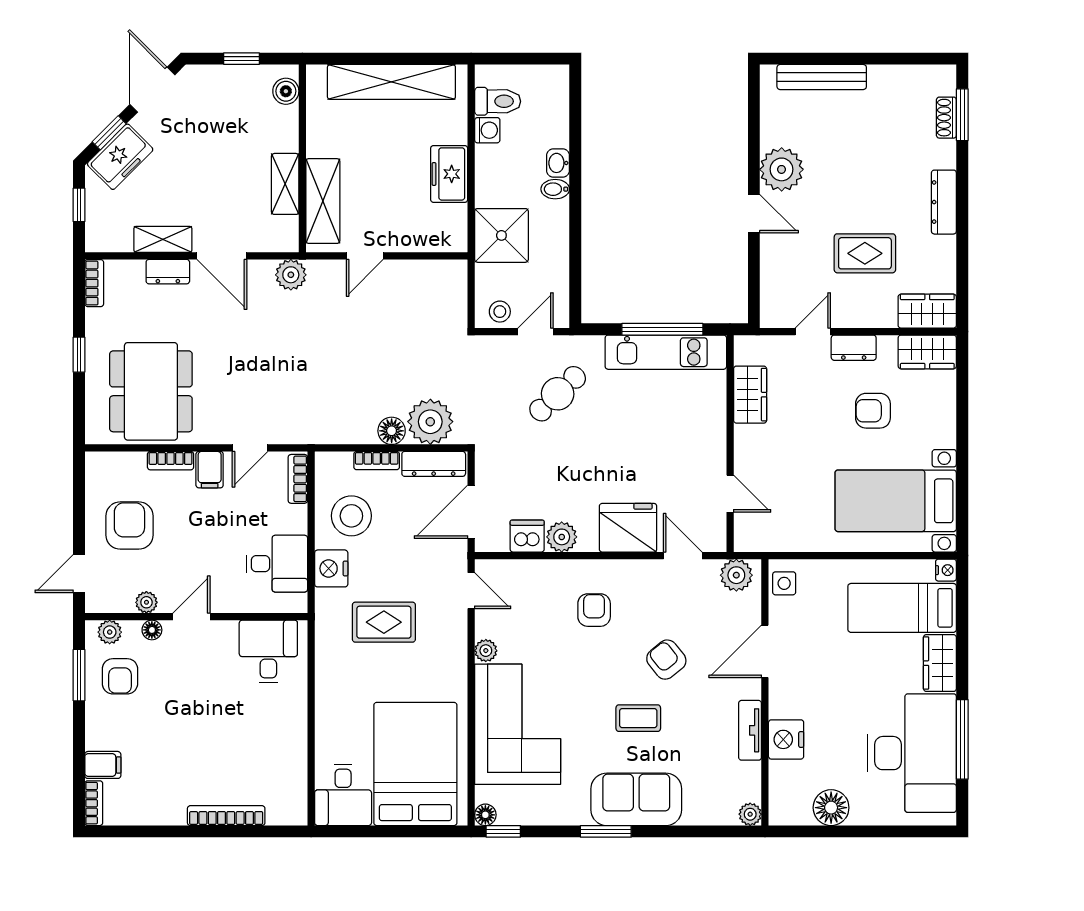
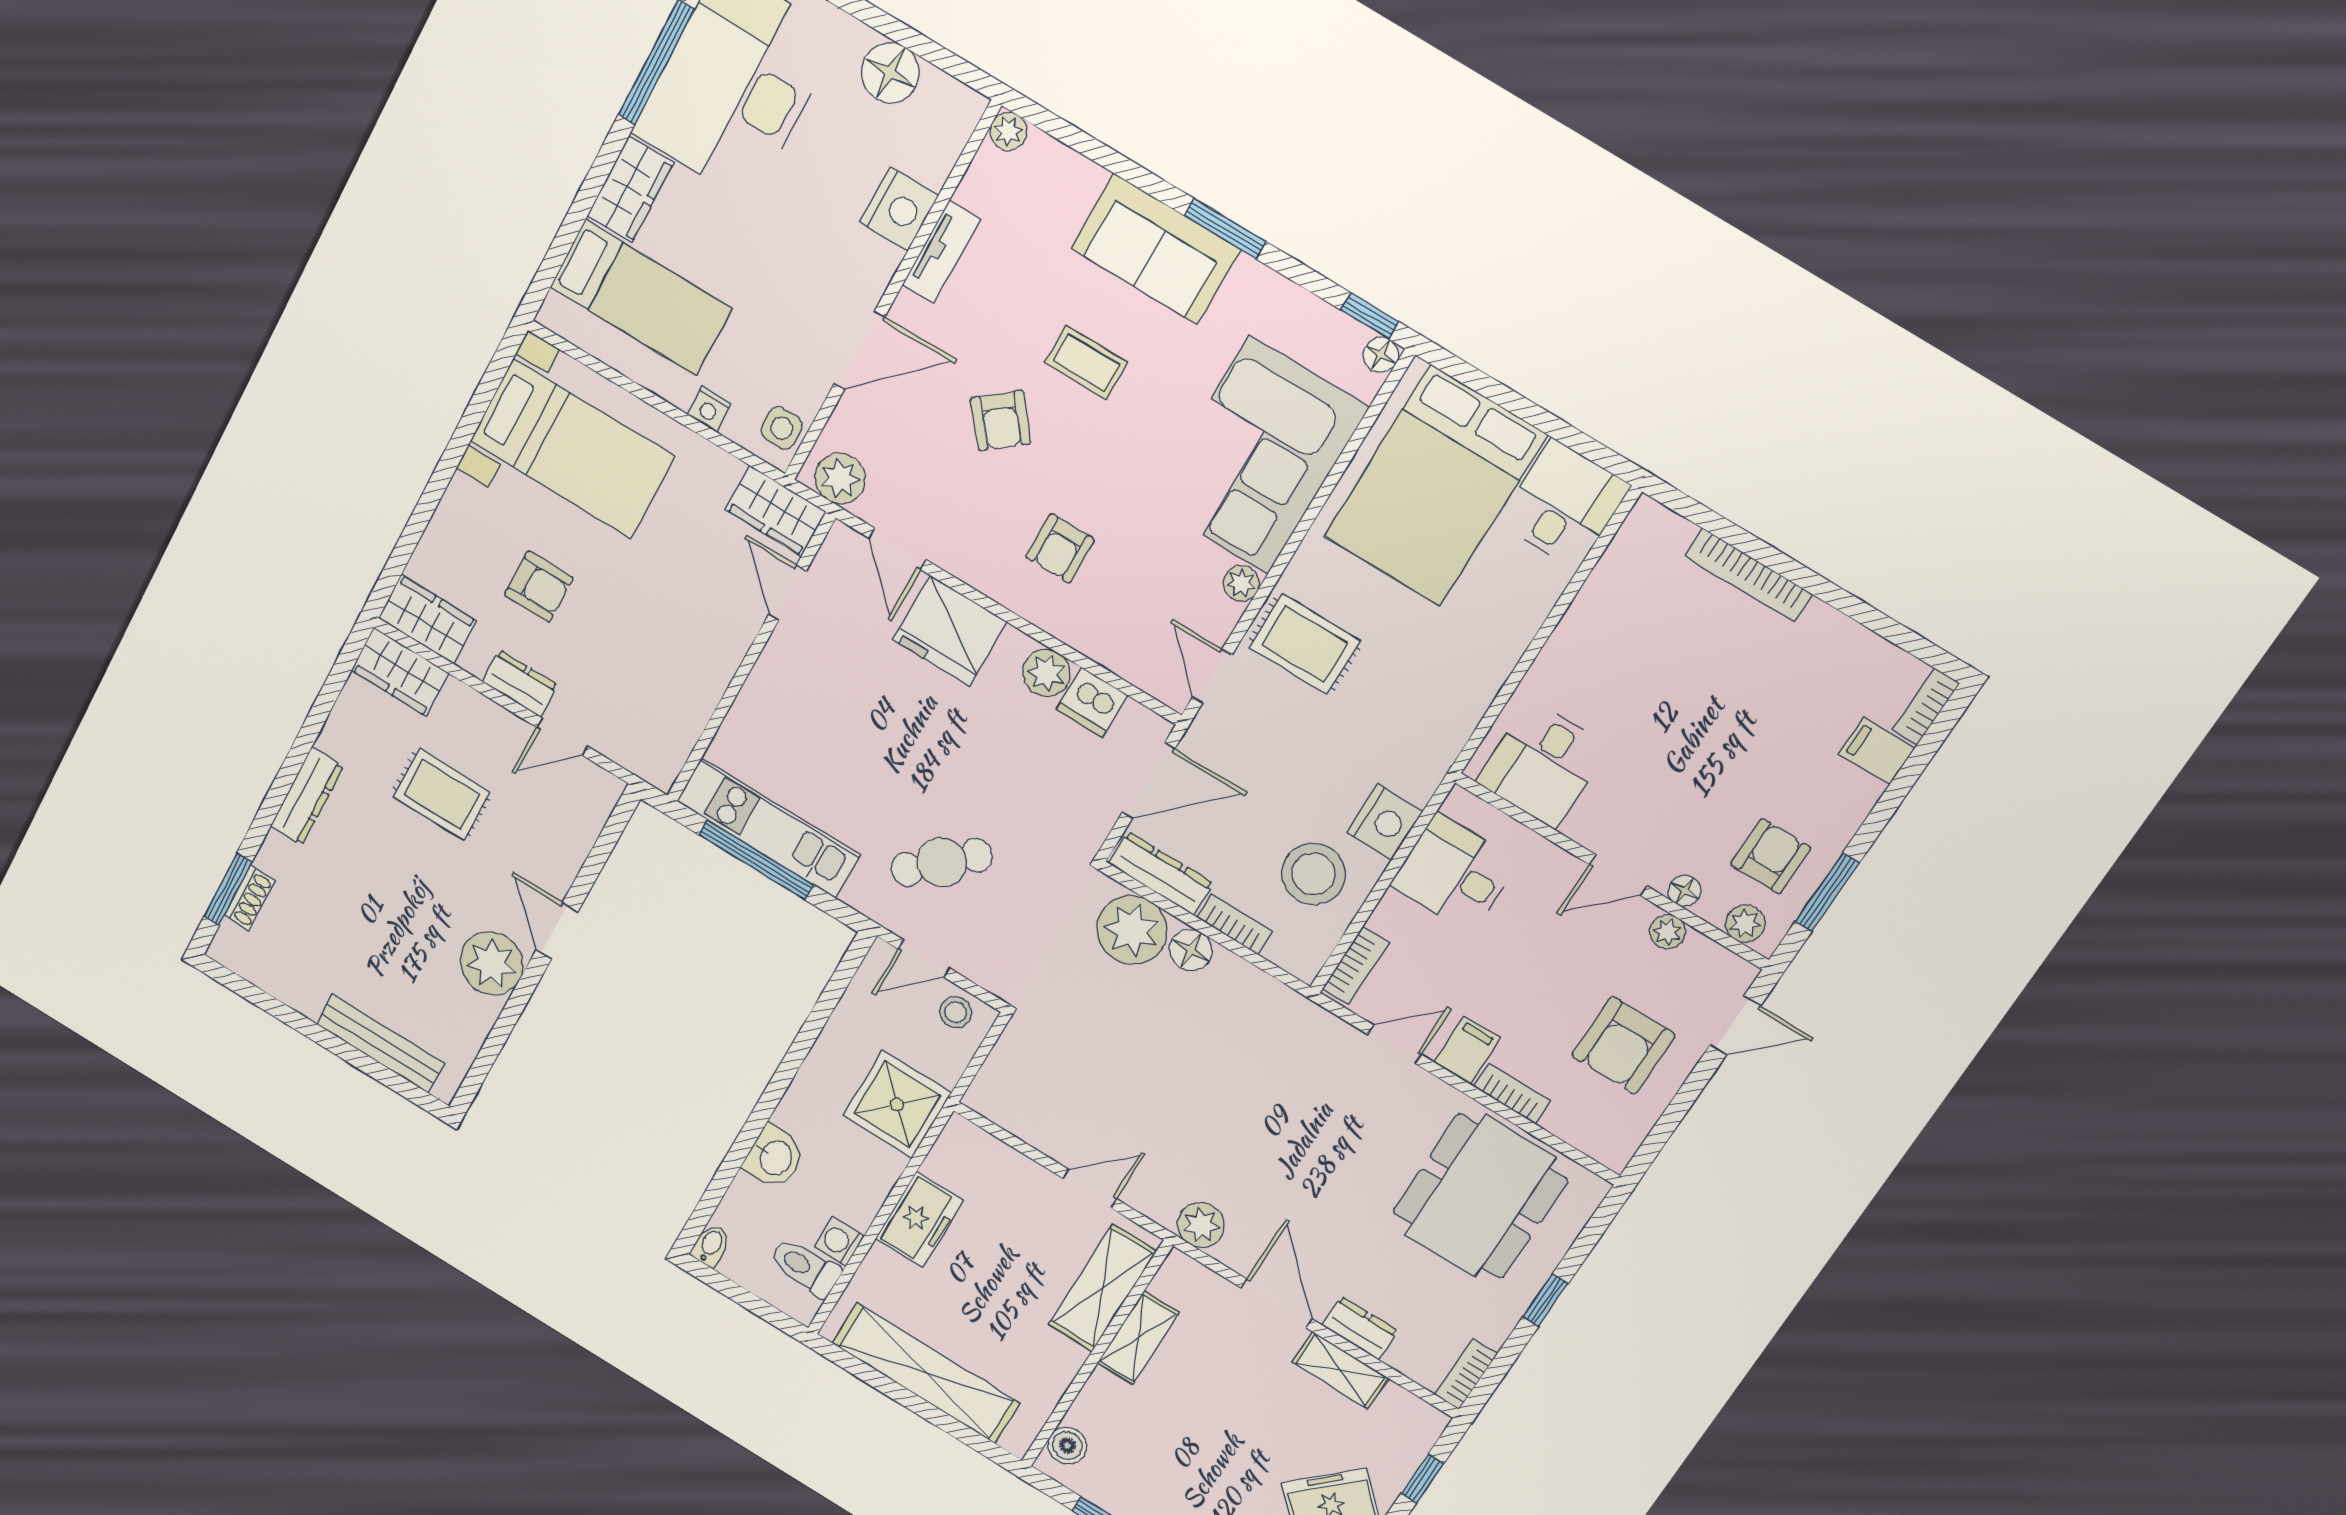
washbasin: (558, 163) -> (775, 1157), width x1.38, depth x1.45
bidet: (555, 189) -> (711, 1245), moved, turned -90
wardrobe: (750, 395) -> (776, 511), moved, turned -90
nightstand: (946, 570) -> (709, 409), moved, turned -90
rug: (384, 622) -> (1305, 644), moved

